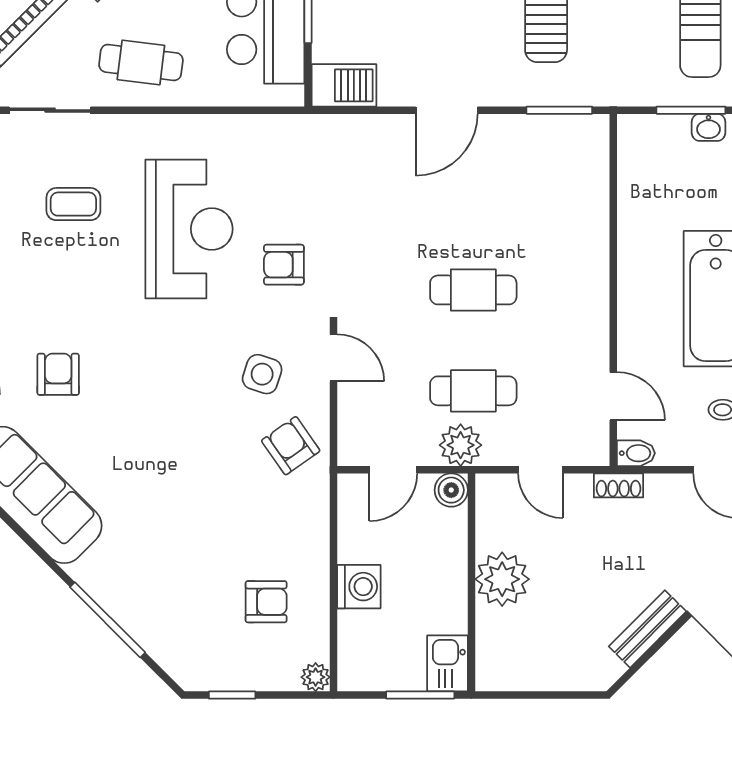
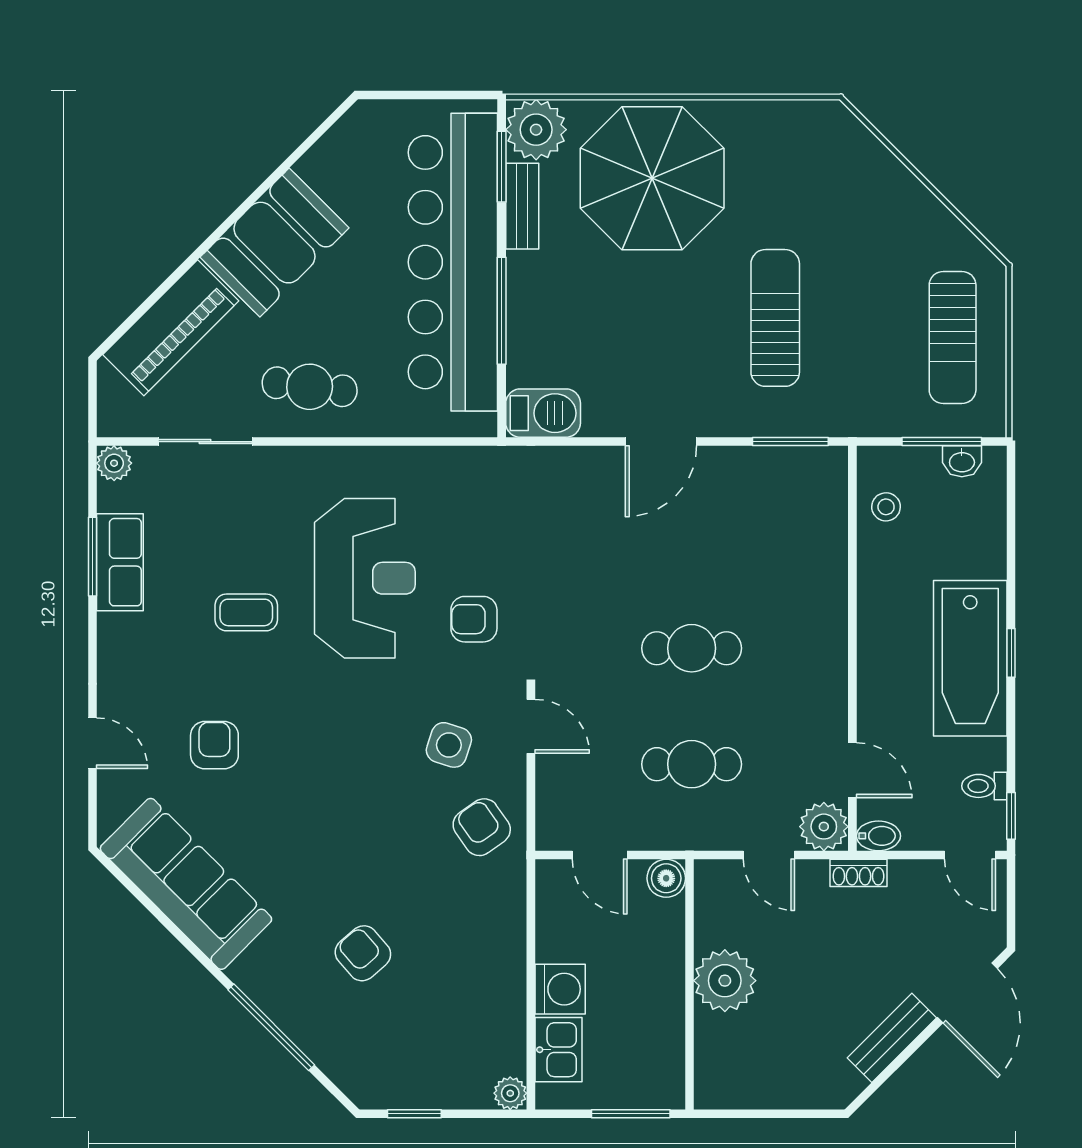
stool: (642, 167) -> (886, 507), added
coffee table: (73, 204) -> (246, 612), moved
plant: (461, 445) -> (824, 827), moved
door: (393, 470) -> (600, 855), hinge flipped
armchair: (266, 602) -> (363, 953), moved, turned -131
kitchen sink: (448, 663) -> (558, 1050), moved, turned 180

